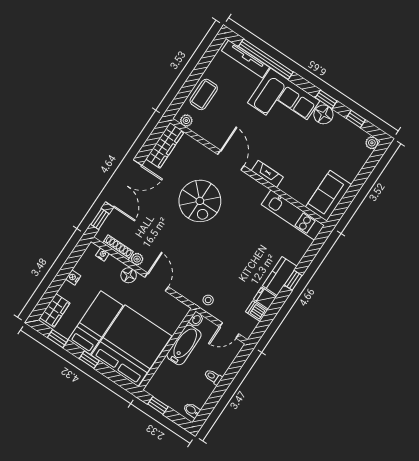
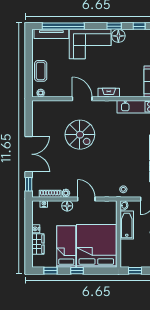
wardrobe: (165, 145) -> (38, 116), removed
wardrobe: (55, 310) -> (38, 244), moved

